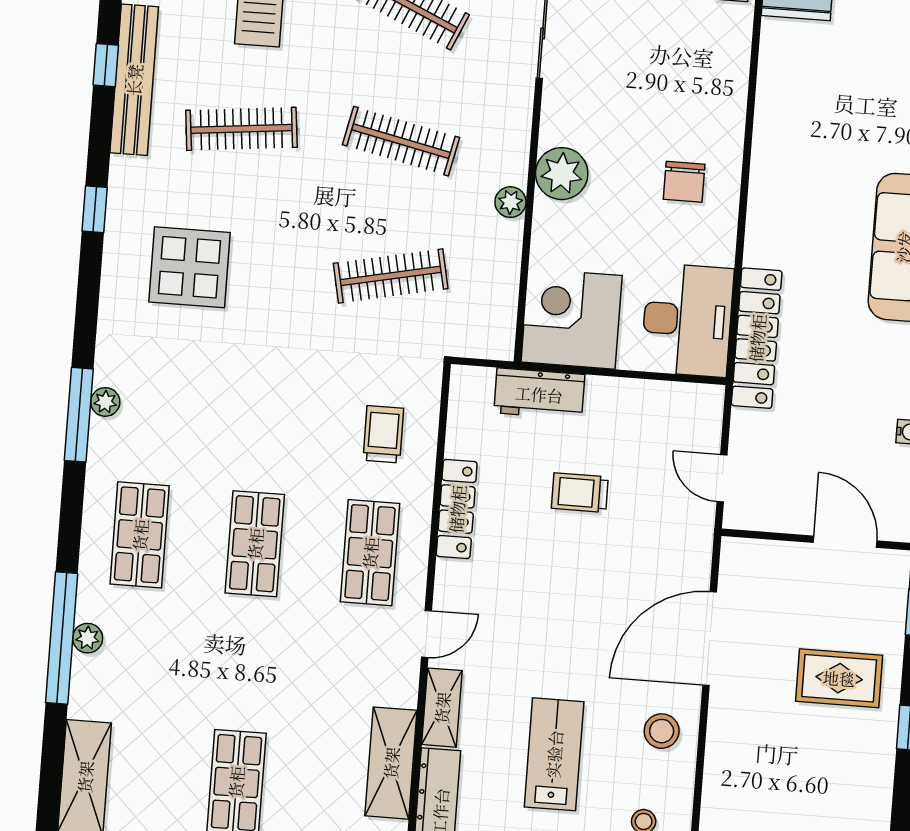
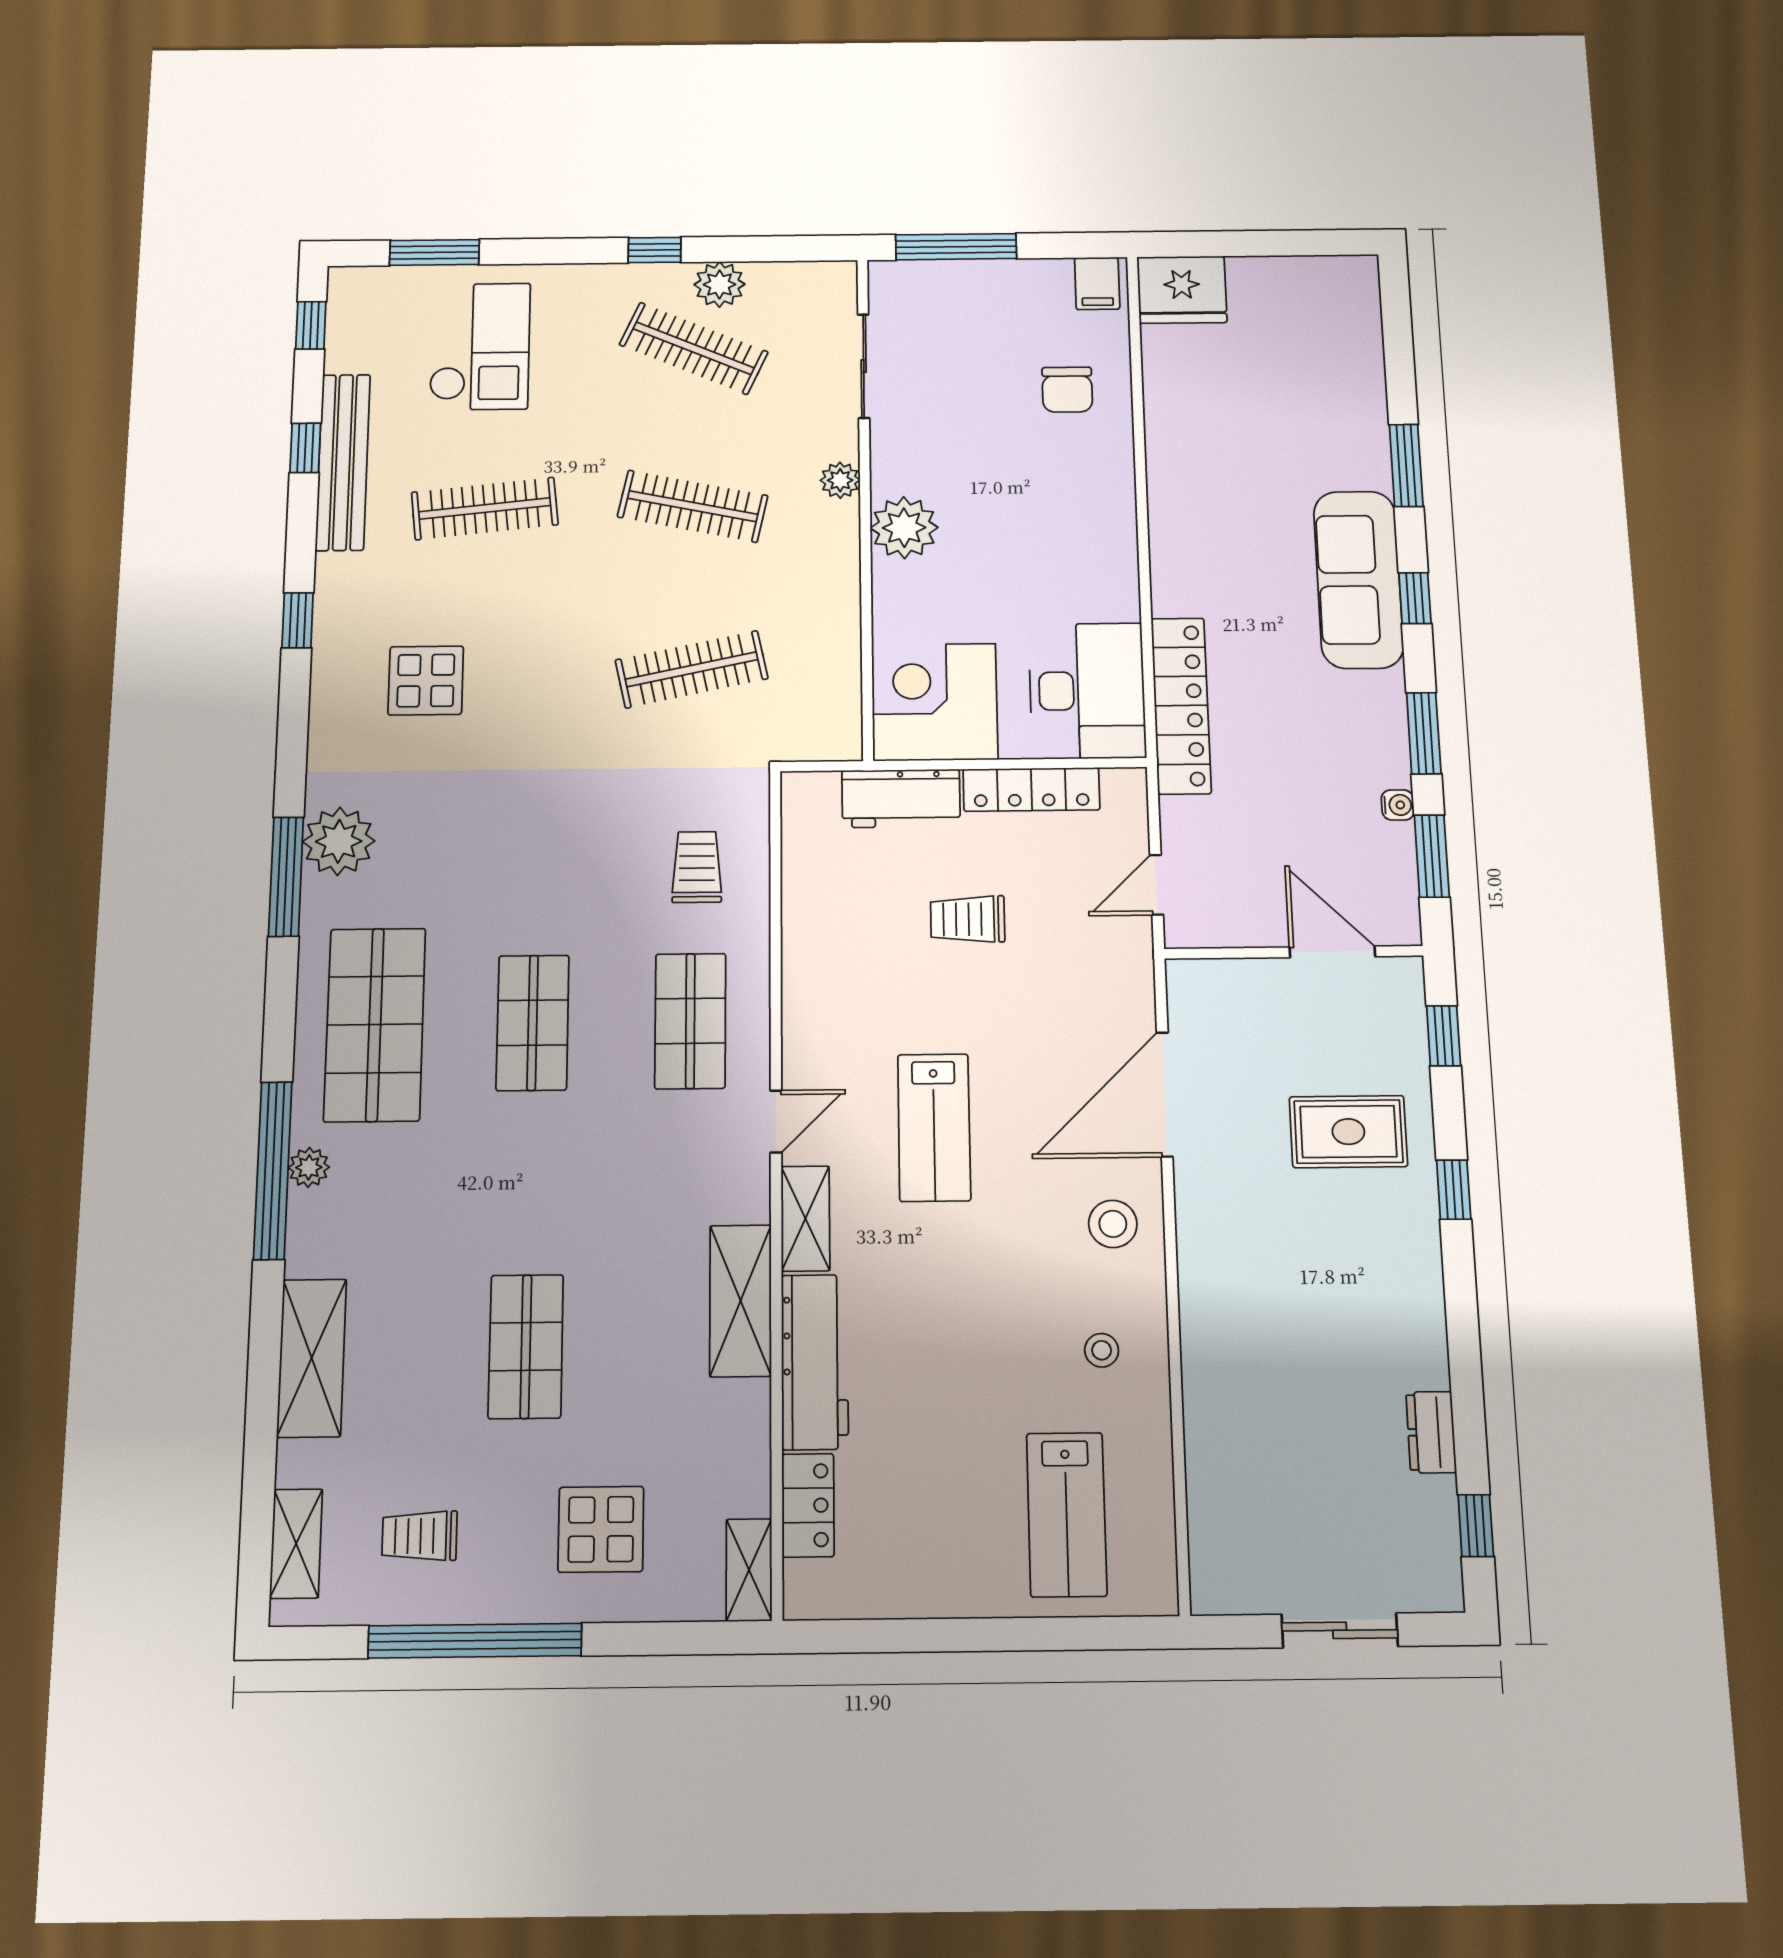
chair: (684, 182) -> (1067, 390), moved
plant: (510, 202) -> (840, 480), moved
display table: (190, 267) -> (426, 681), width x0.73, depth x0.73
plant: (105, 402) -> (339, 841), width x1.88, depth x1.88
door: (722, 478) -> (1156, 885), hinge flipped
locker: (457, 509) -> (1031, 789), moved, turned 90
shop shelf: (140, 535) -> (375, 1024), width x1.43, depth x1.36
lab bench: (554, 754) -> (934, 1127), moved, turned 180

